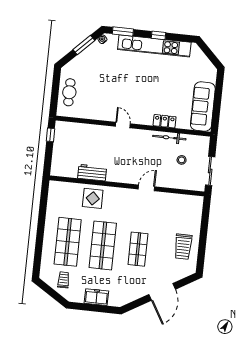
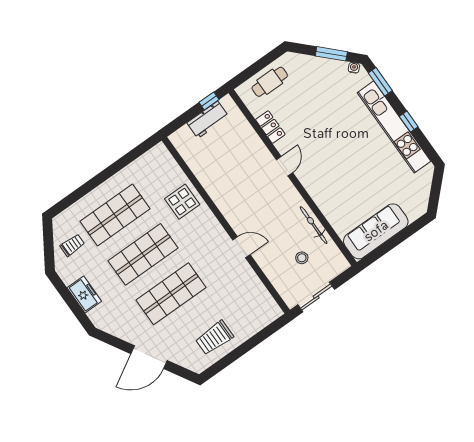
locker: (165, 121) -> (270, 127), moved
workbench: (92, 173) -> (208, 120), moved, turned 90
shop shelf: (138, 249) -> (171, 294), width x1.43, depth x1.36

